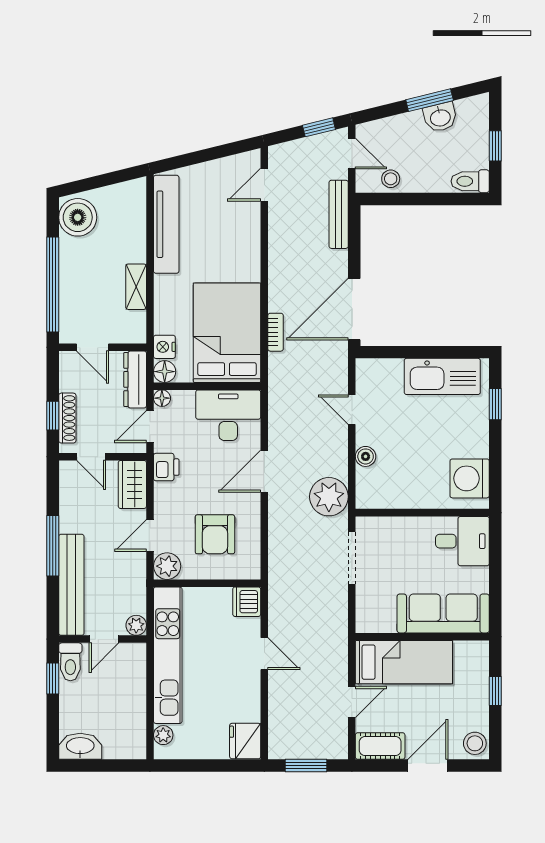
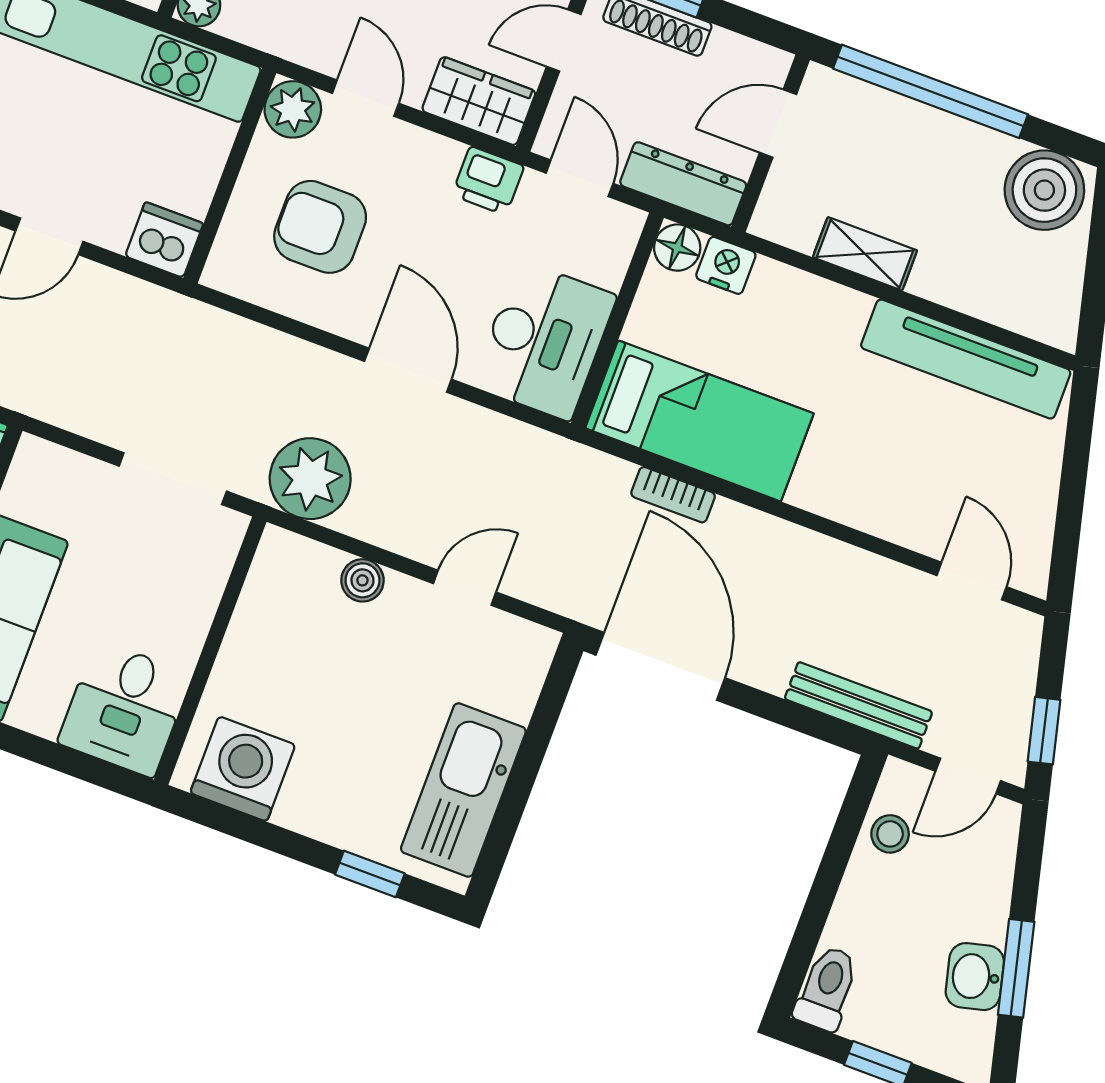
bed: (227, 333) -> (699, 421), width x0.67
floor lamp: (162, 398) -> (627, 223), removed

